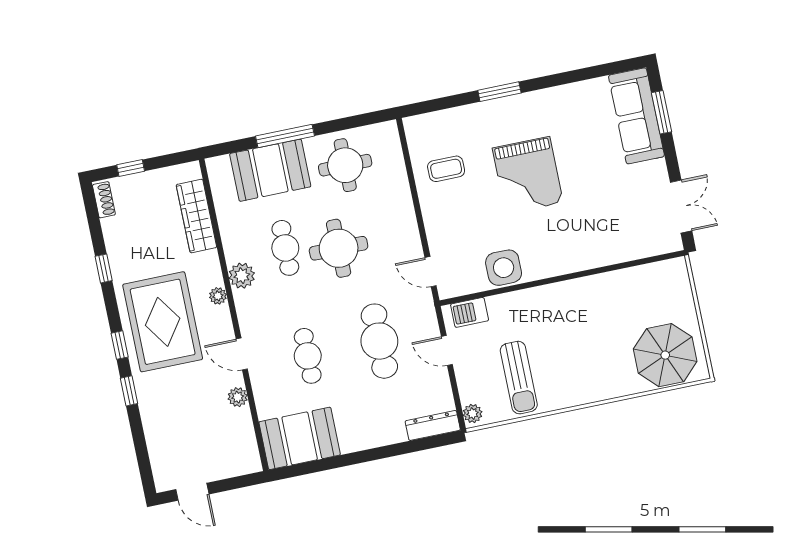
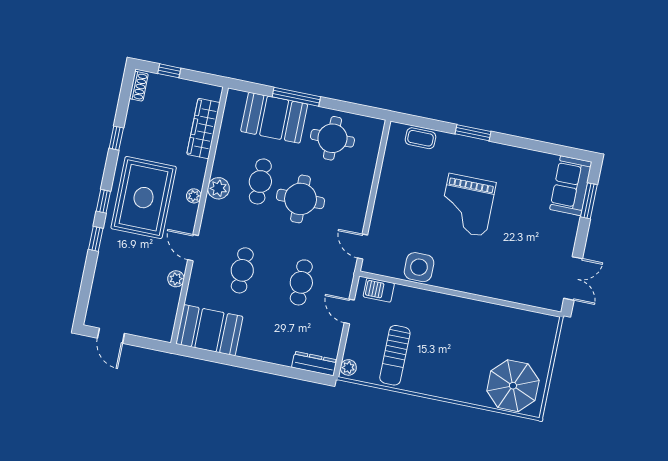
sofa: (636, 116) -> (571, 186), width x0.73
coffee table: (446, 169) -> (421, 138), moved
cafe table: (379, 341) -> (301, 282), width x0.73, depth x0.74

